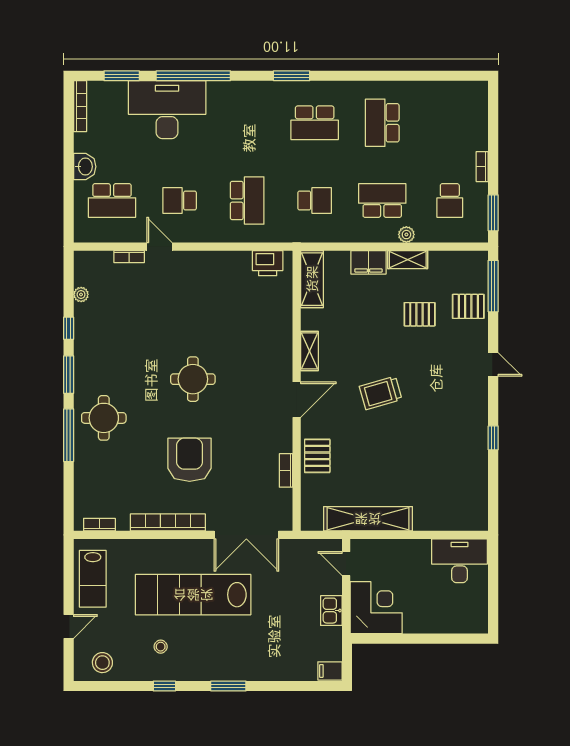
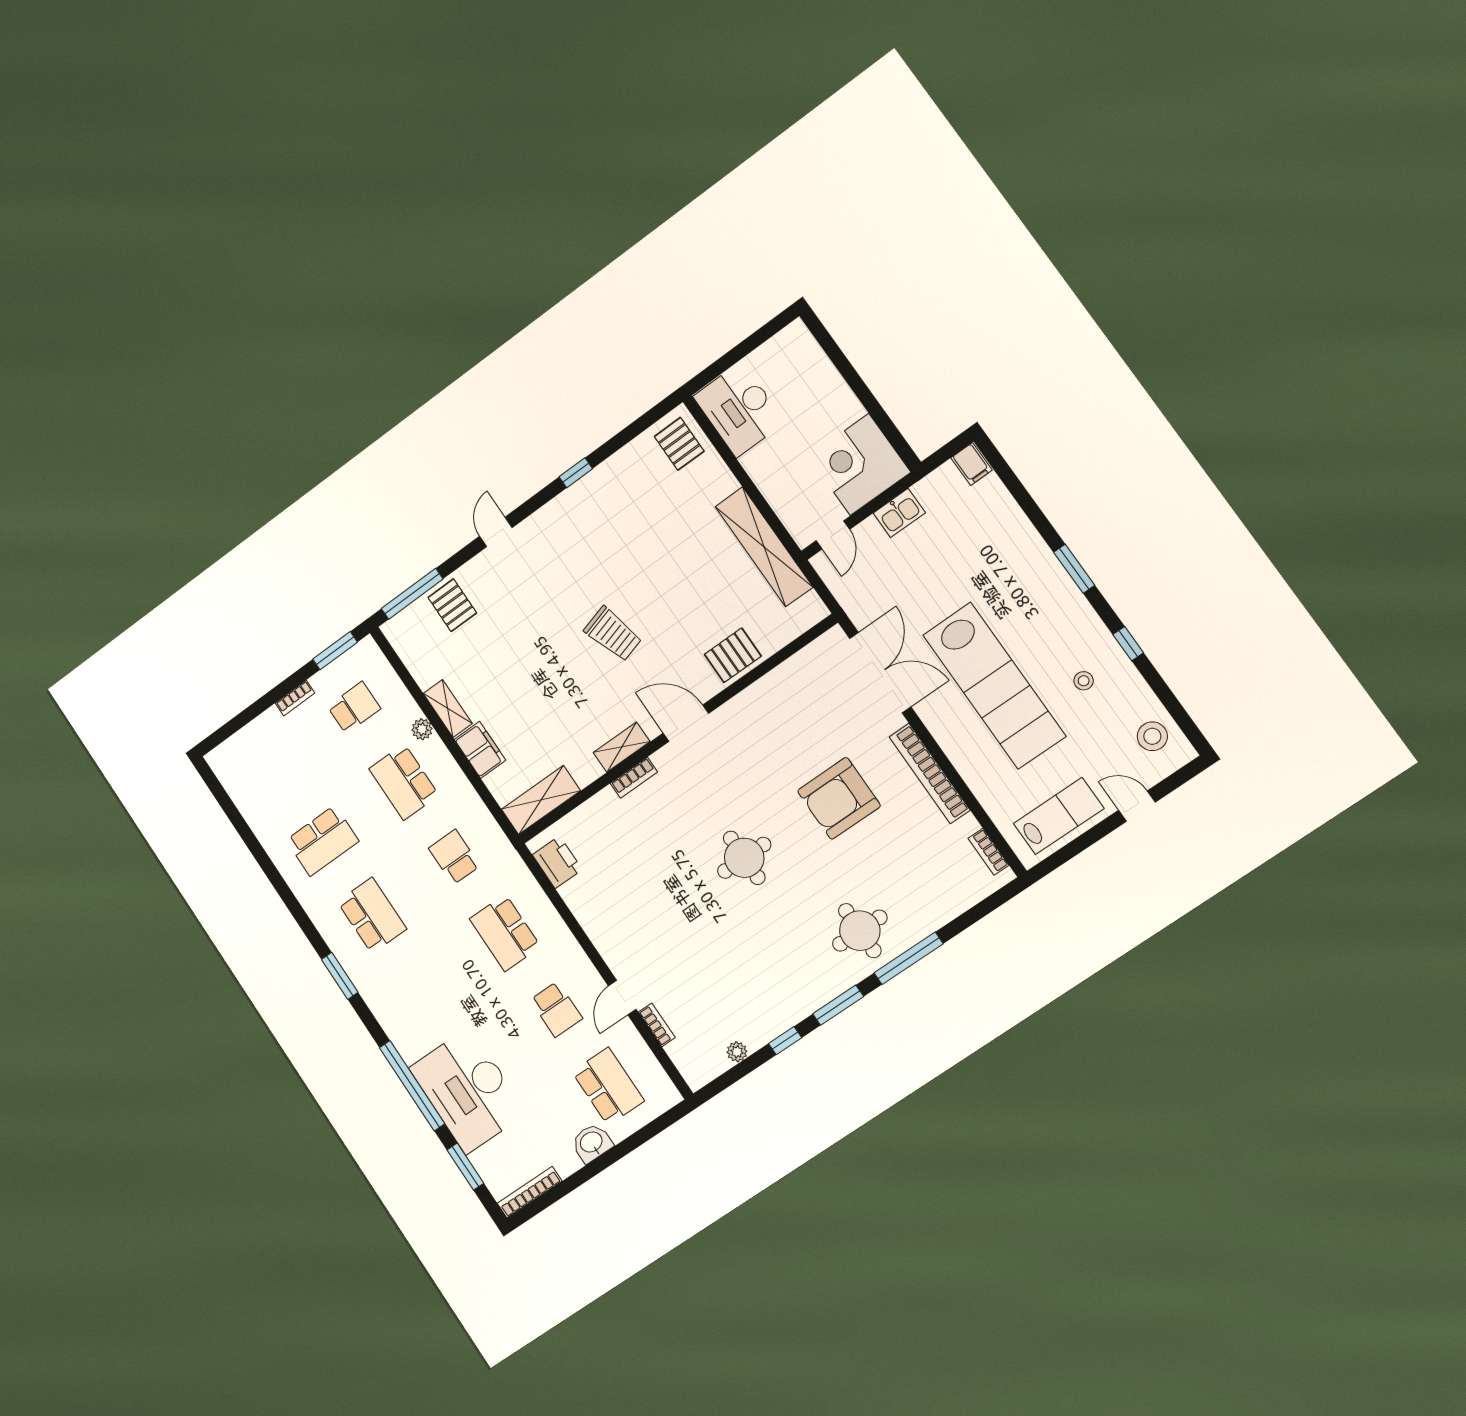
school desk: (247, 201) -> (505, 933), turned -90
pallet: (420, 314) -> (679, 444), moved
bookcase: (286, 470) -> (634, 778), moved

